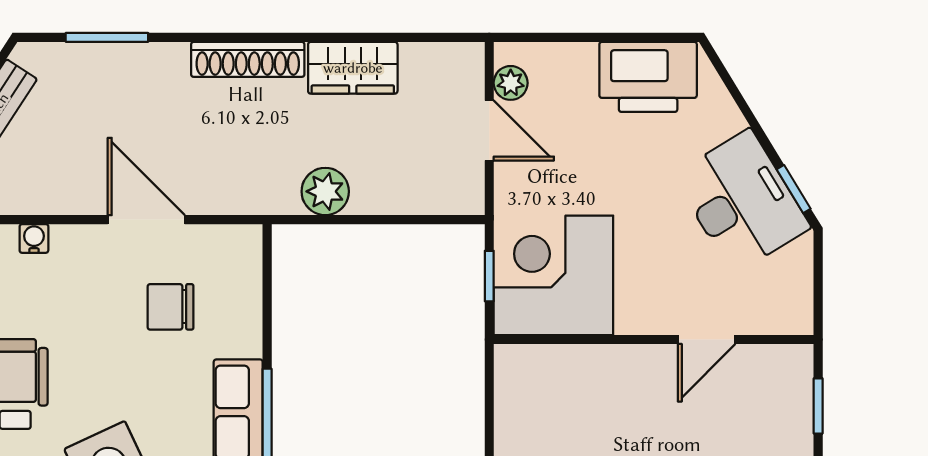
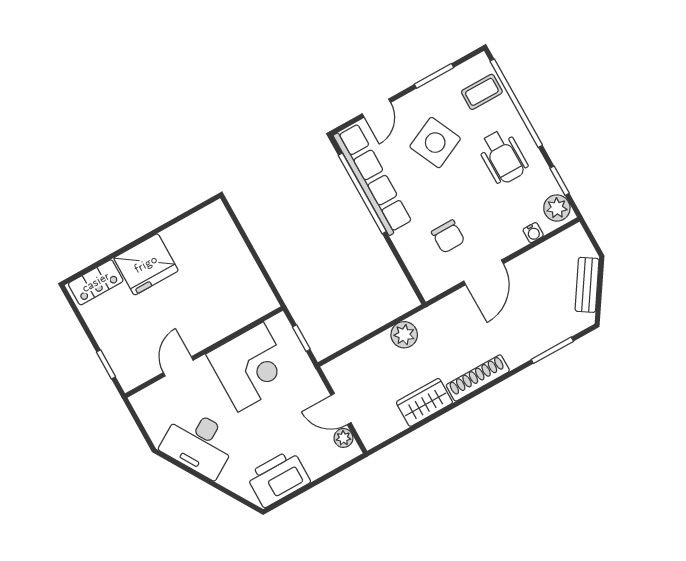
window: (794, 189) -> (177, 463), removed
door: (146, 220) -> (484, 272), hinge flipped
corner desk: (553, 275) -> (251, 367), moved
chair: (171, 307) -> (448, 236), turned 90

